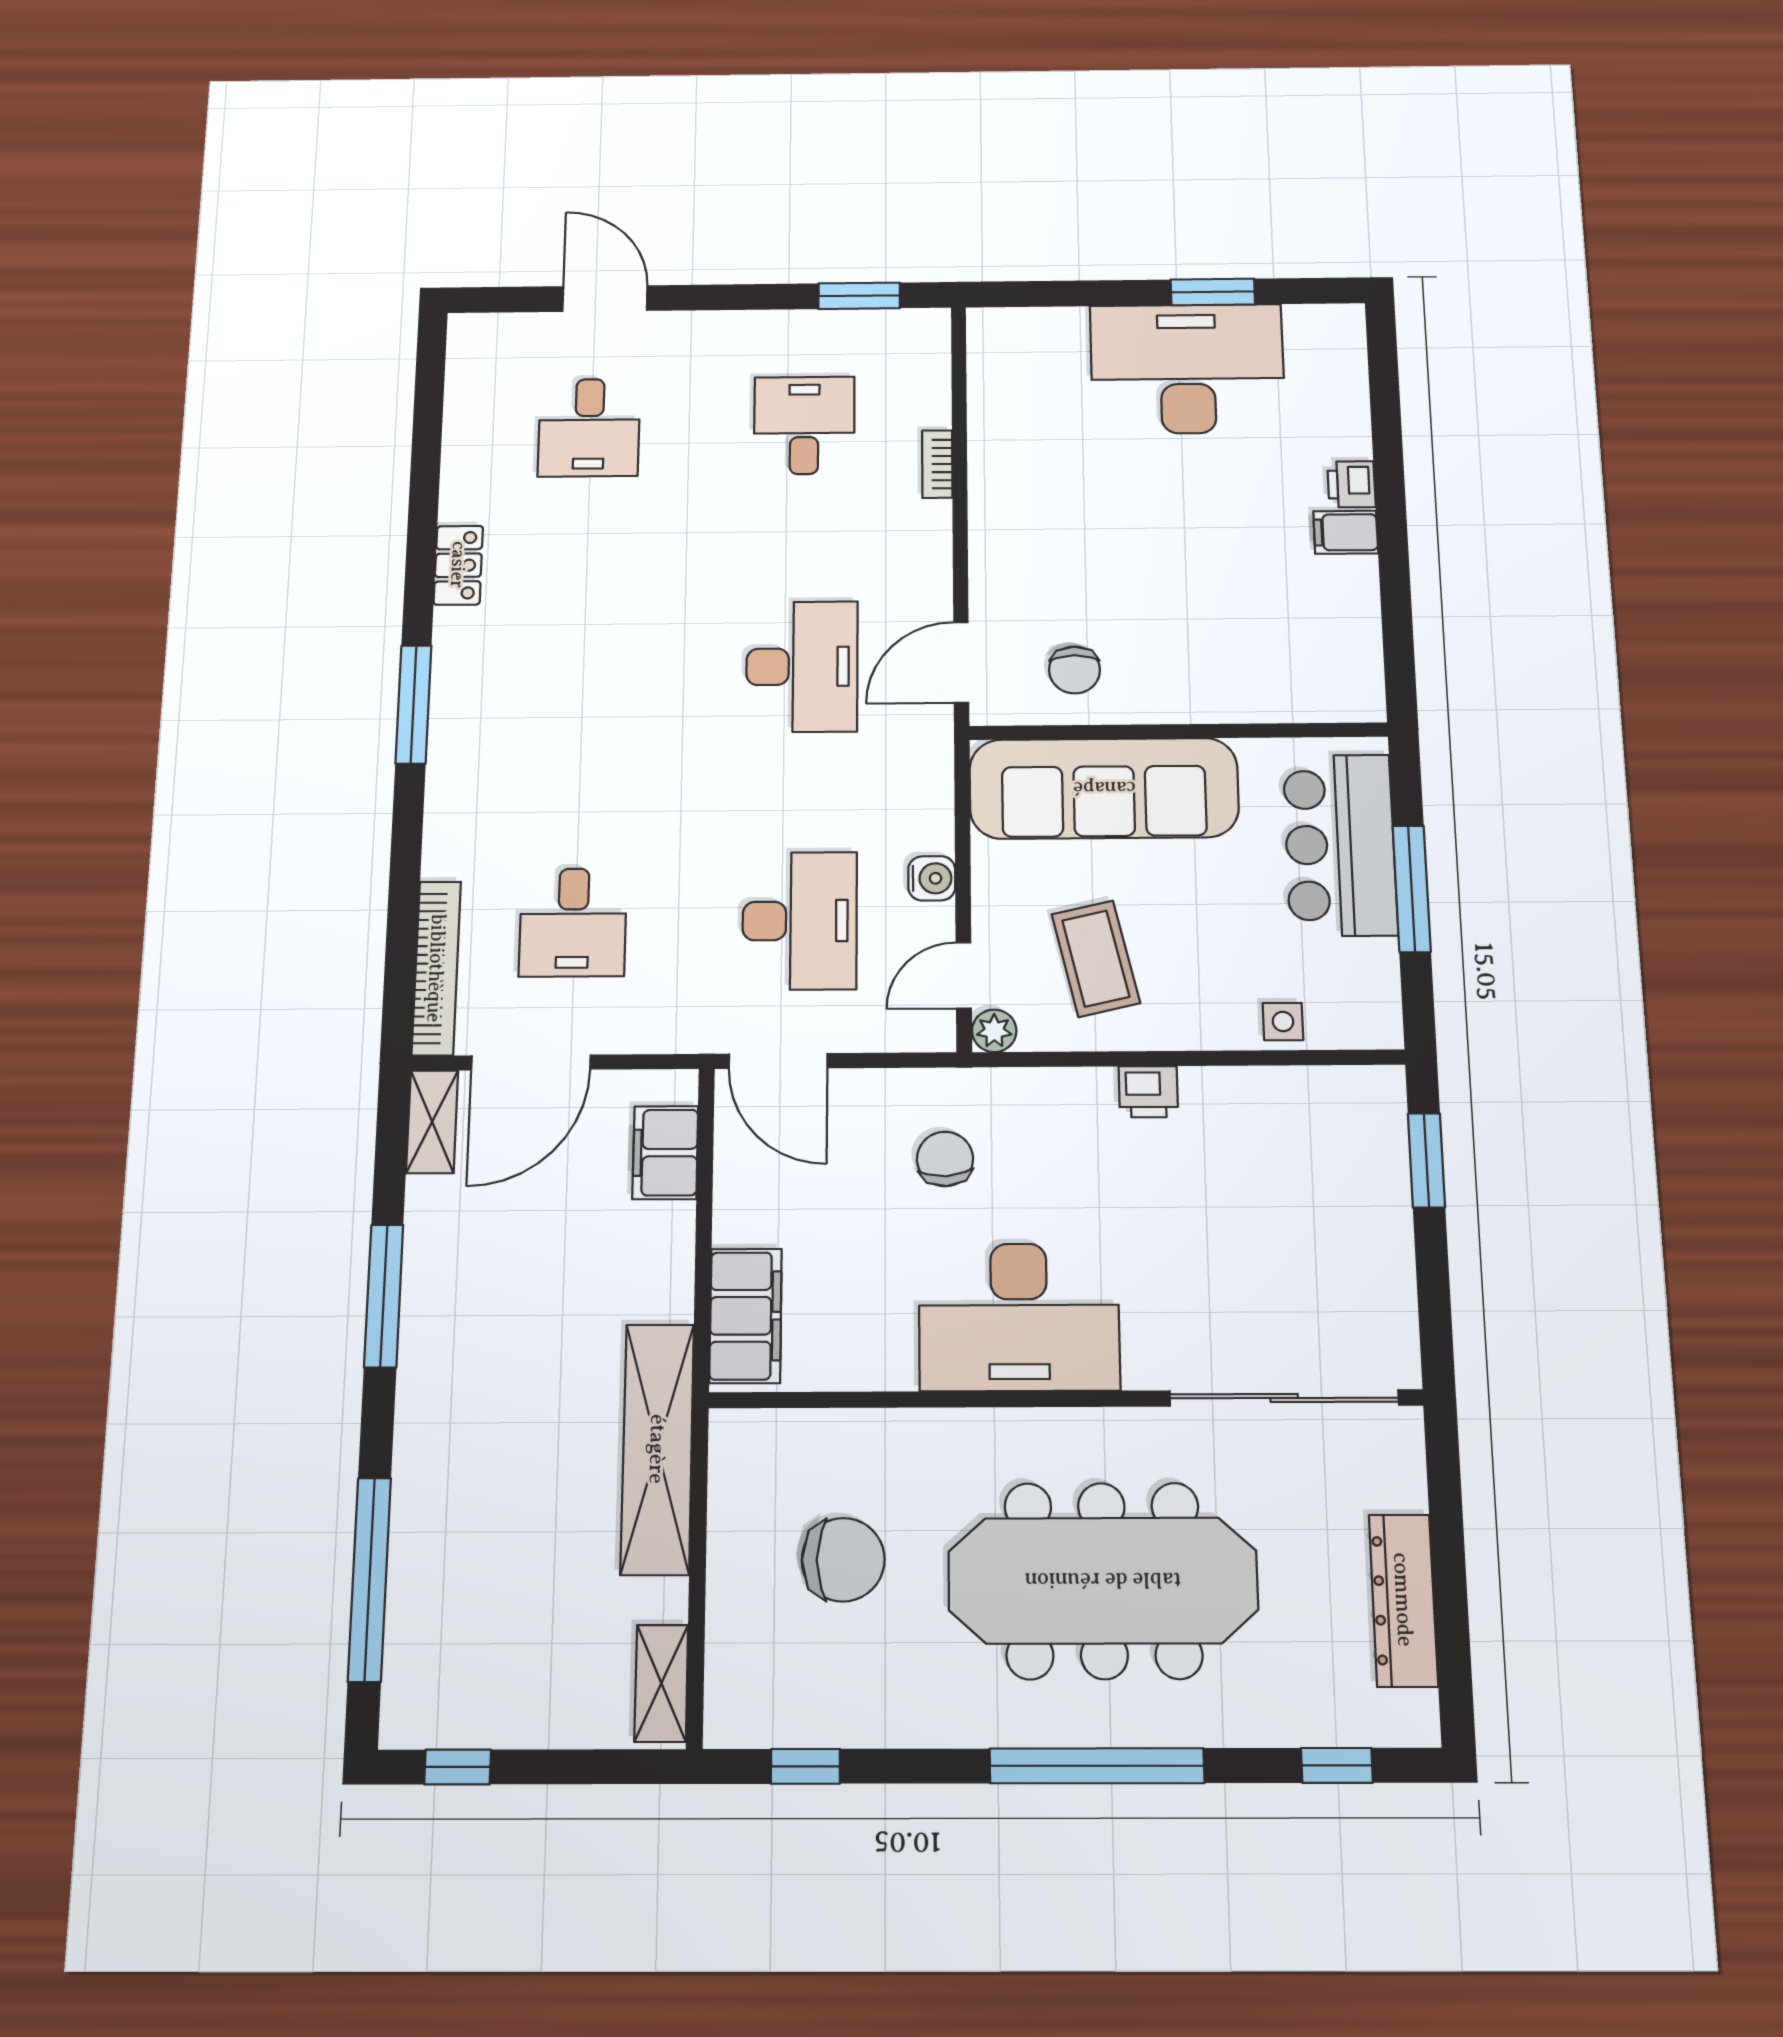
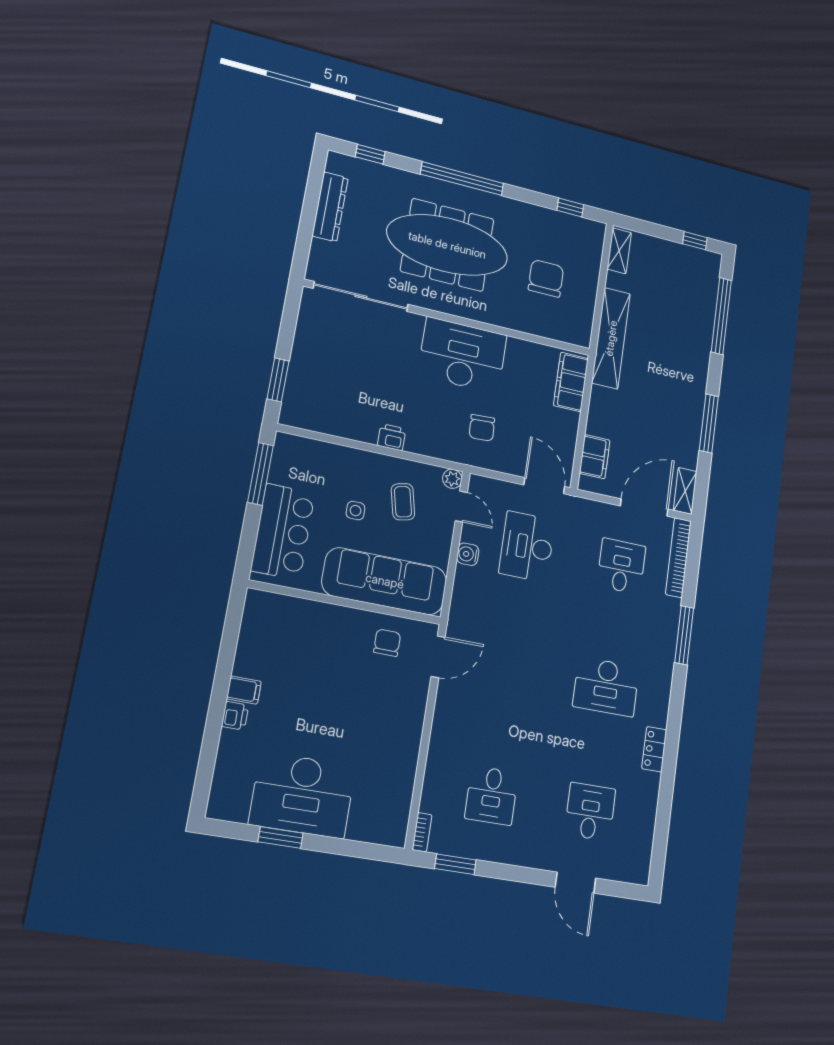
bookcase: (937, 464) -> (422, 832), moved
desk: (802, 667) -> (606, 687), moved, turned -90
window: (414, 704) -> (684, 635), moved
window: (1412, 889) -> (261, 474), moved
coffee table: (1096, 959) -> (403, 502), width x0.73, depth x0.77
door: (964, 975) -> (461, 507), hinge flipped
side table: (1283, 1021) -> (356, 511), moved
chair: (843, 1560) -> (546, 278), turned 90

